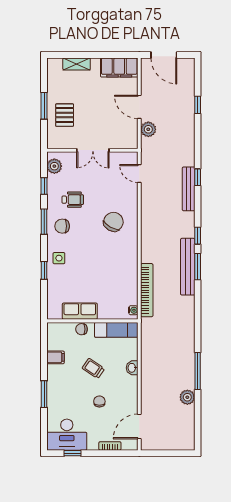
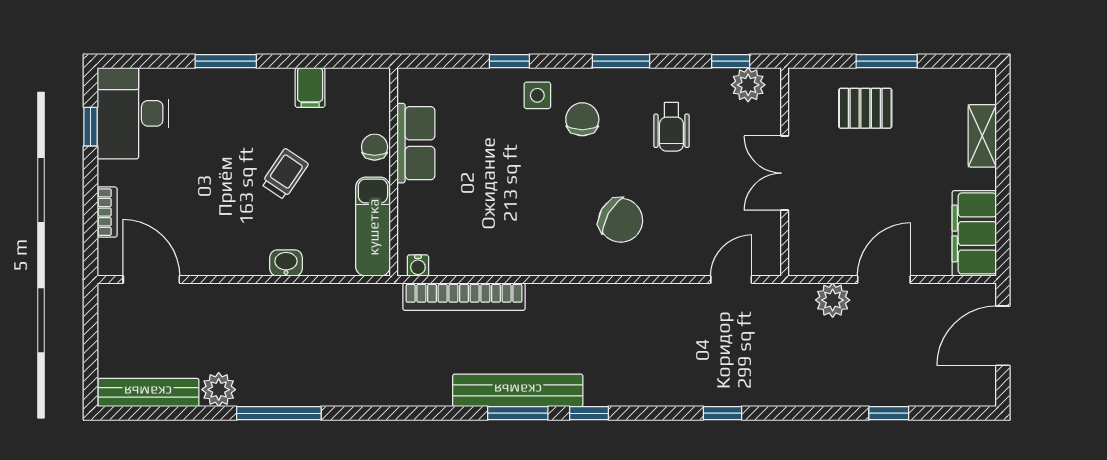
window: (44, 186) -> (731, 61), moved
bench: (189, 189) -> (148, 392), moved
chair: (62, 226) -> (582, 119), moved
chair: (99, 401) -> (209, 188), removed

